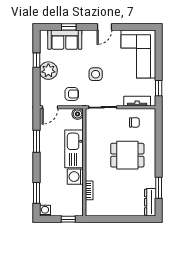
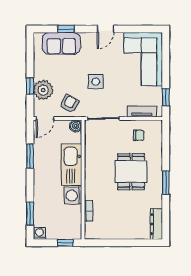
window: (36, 60) -> (30, 86), moved
plant: (48, 71) -> (43, 90), moved
armchair: (72, 94) -> (69, 104), turned -59
dining table: (127, 155) -> (131, 172), turned 90
window: (159, 188) -> (166, 182), moved

